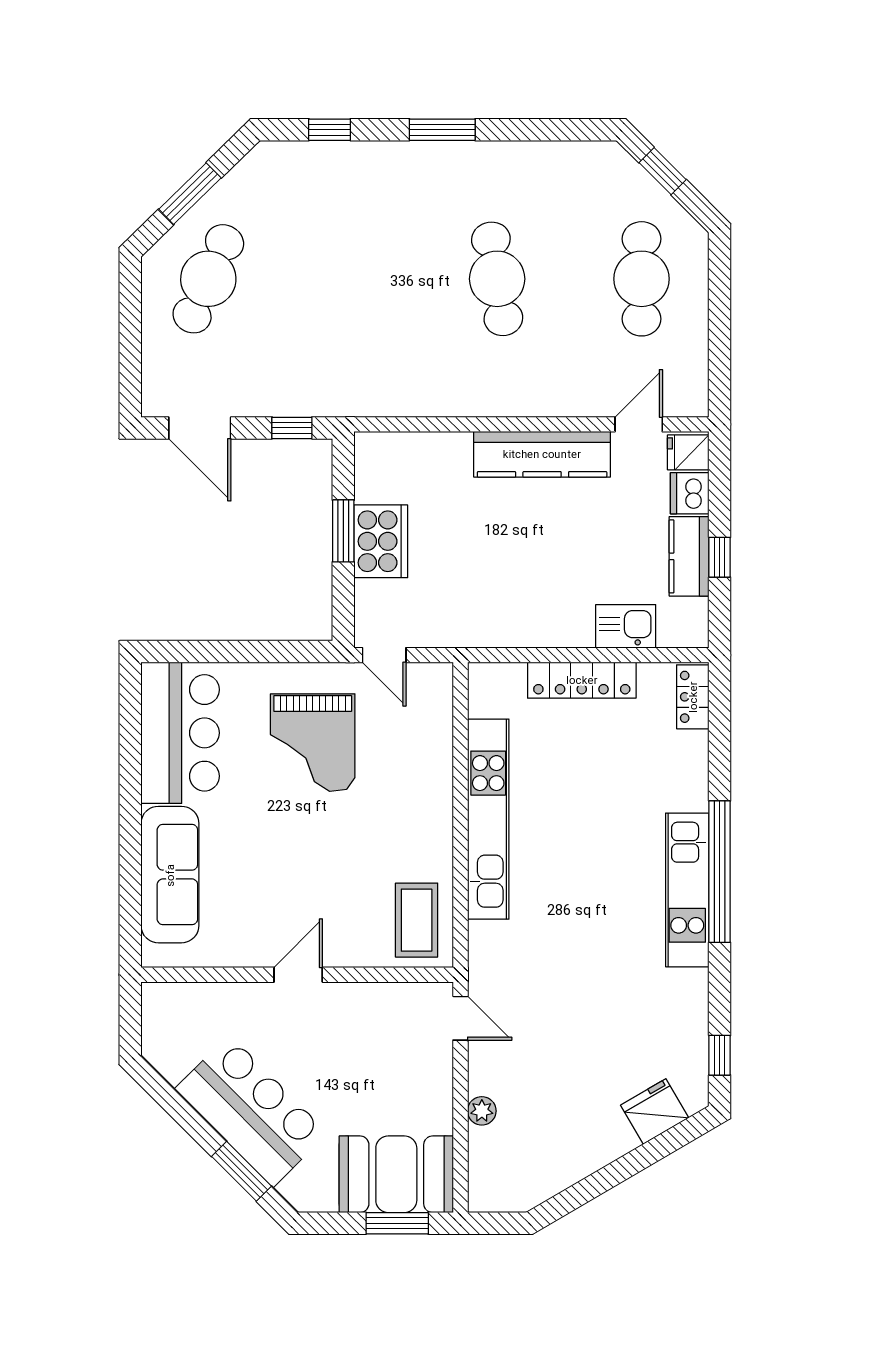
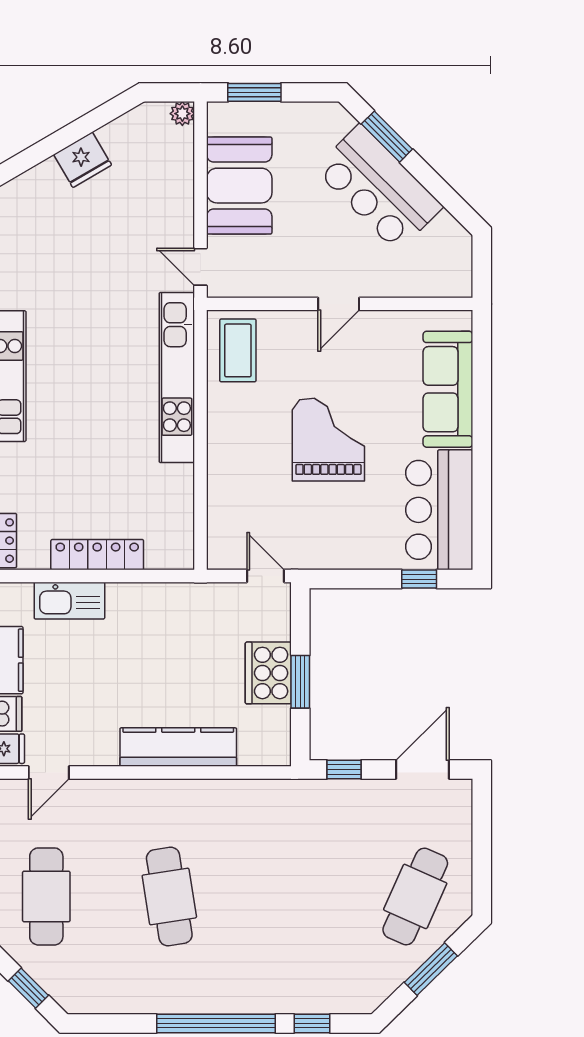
window: (442, 130) -> (216, 1023), width x2.11
door: (200, 428) -> (423, 770), hinge flipped
kitchen counter: (542, 454) -> (178, 747), moved
kitchen sink: (626, 626) -> (69, 601), width x1.38
window: (204, 652) -> (419, 579), added
grand piano: (313, 743) -> (328, 440), moved
kitchen unit: (488, 819) -> (177, 377), moved
plant: (482, 1111) -> (182, 114), moved
fridge: (655, 1111) -> (83, 160), moved
booth: (396, 1174) -> (239, 186), moved, turned 90

